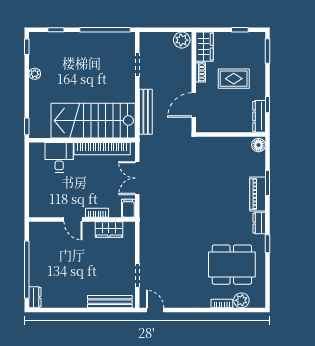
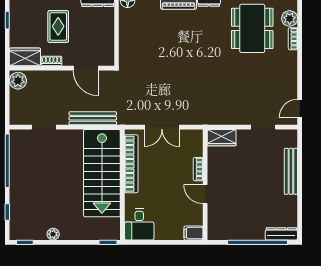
desk: (59, 157) -> (139, 224), moved, turned -90
filing cabinet: (128, 208) -> (193, 233), moved
door: (73, 219) -> (205, 194), swing flipped
wardrobe: (109, 229) -> (222, 138), moved, turned 90
dresser: (35, 297) -> (281, 234), width x1.44
bench: (110, 302) -> (291, 171), moved

